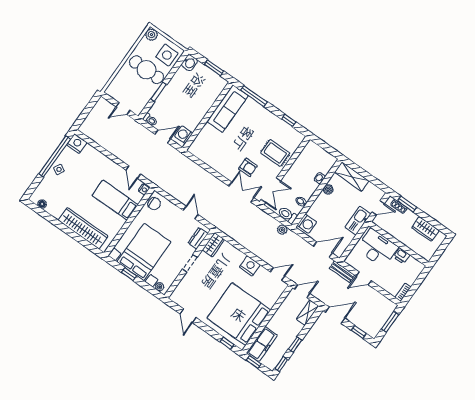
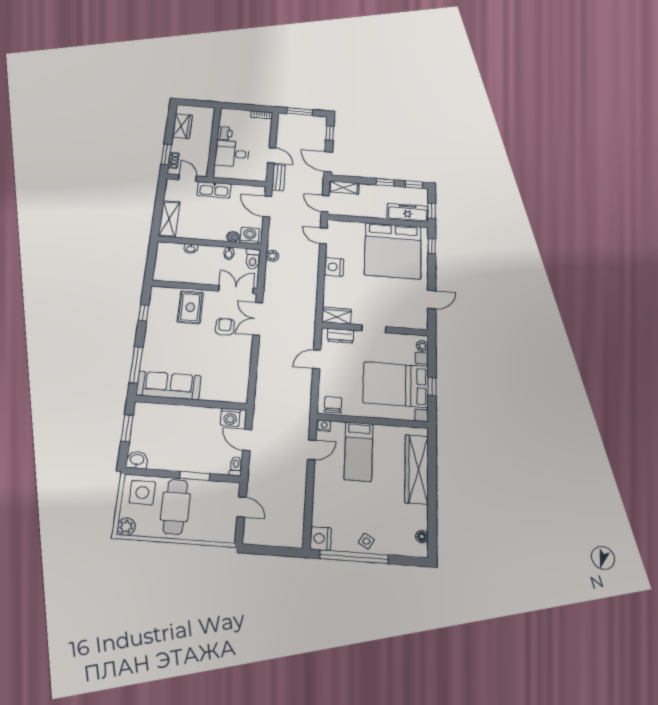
boiler: (328, 189) -> (233, 237), moved
desk: (377, 248) -> (232, 154), width x0.73

